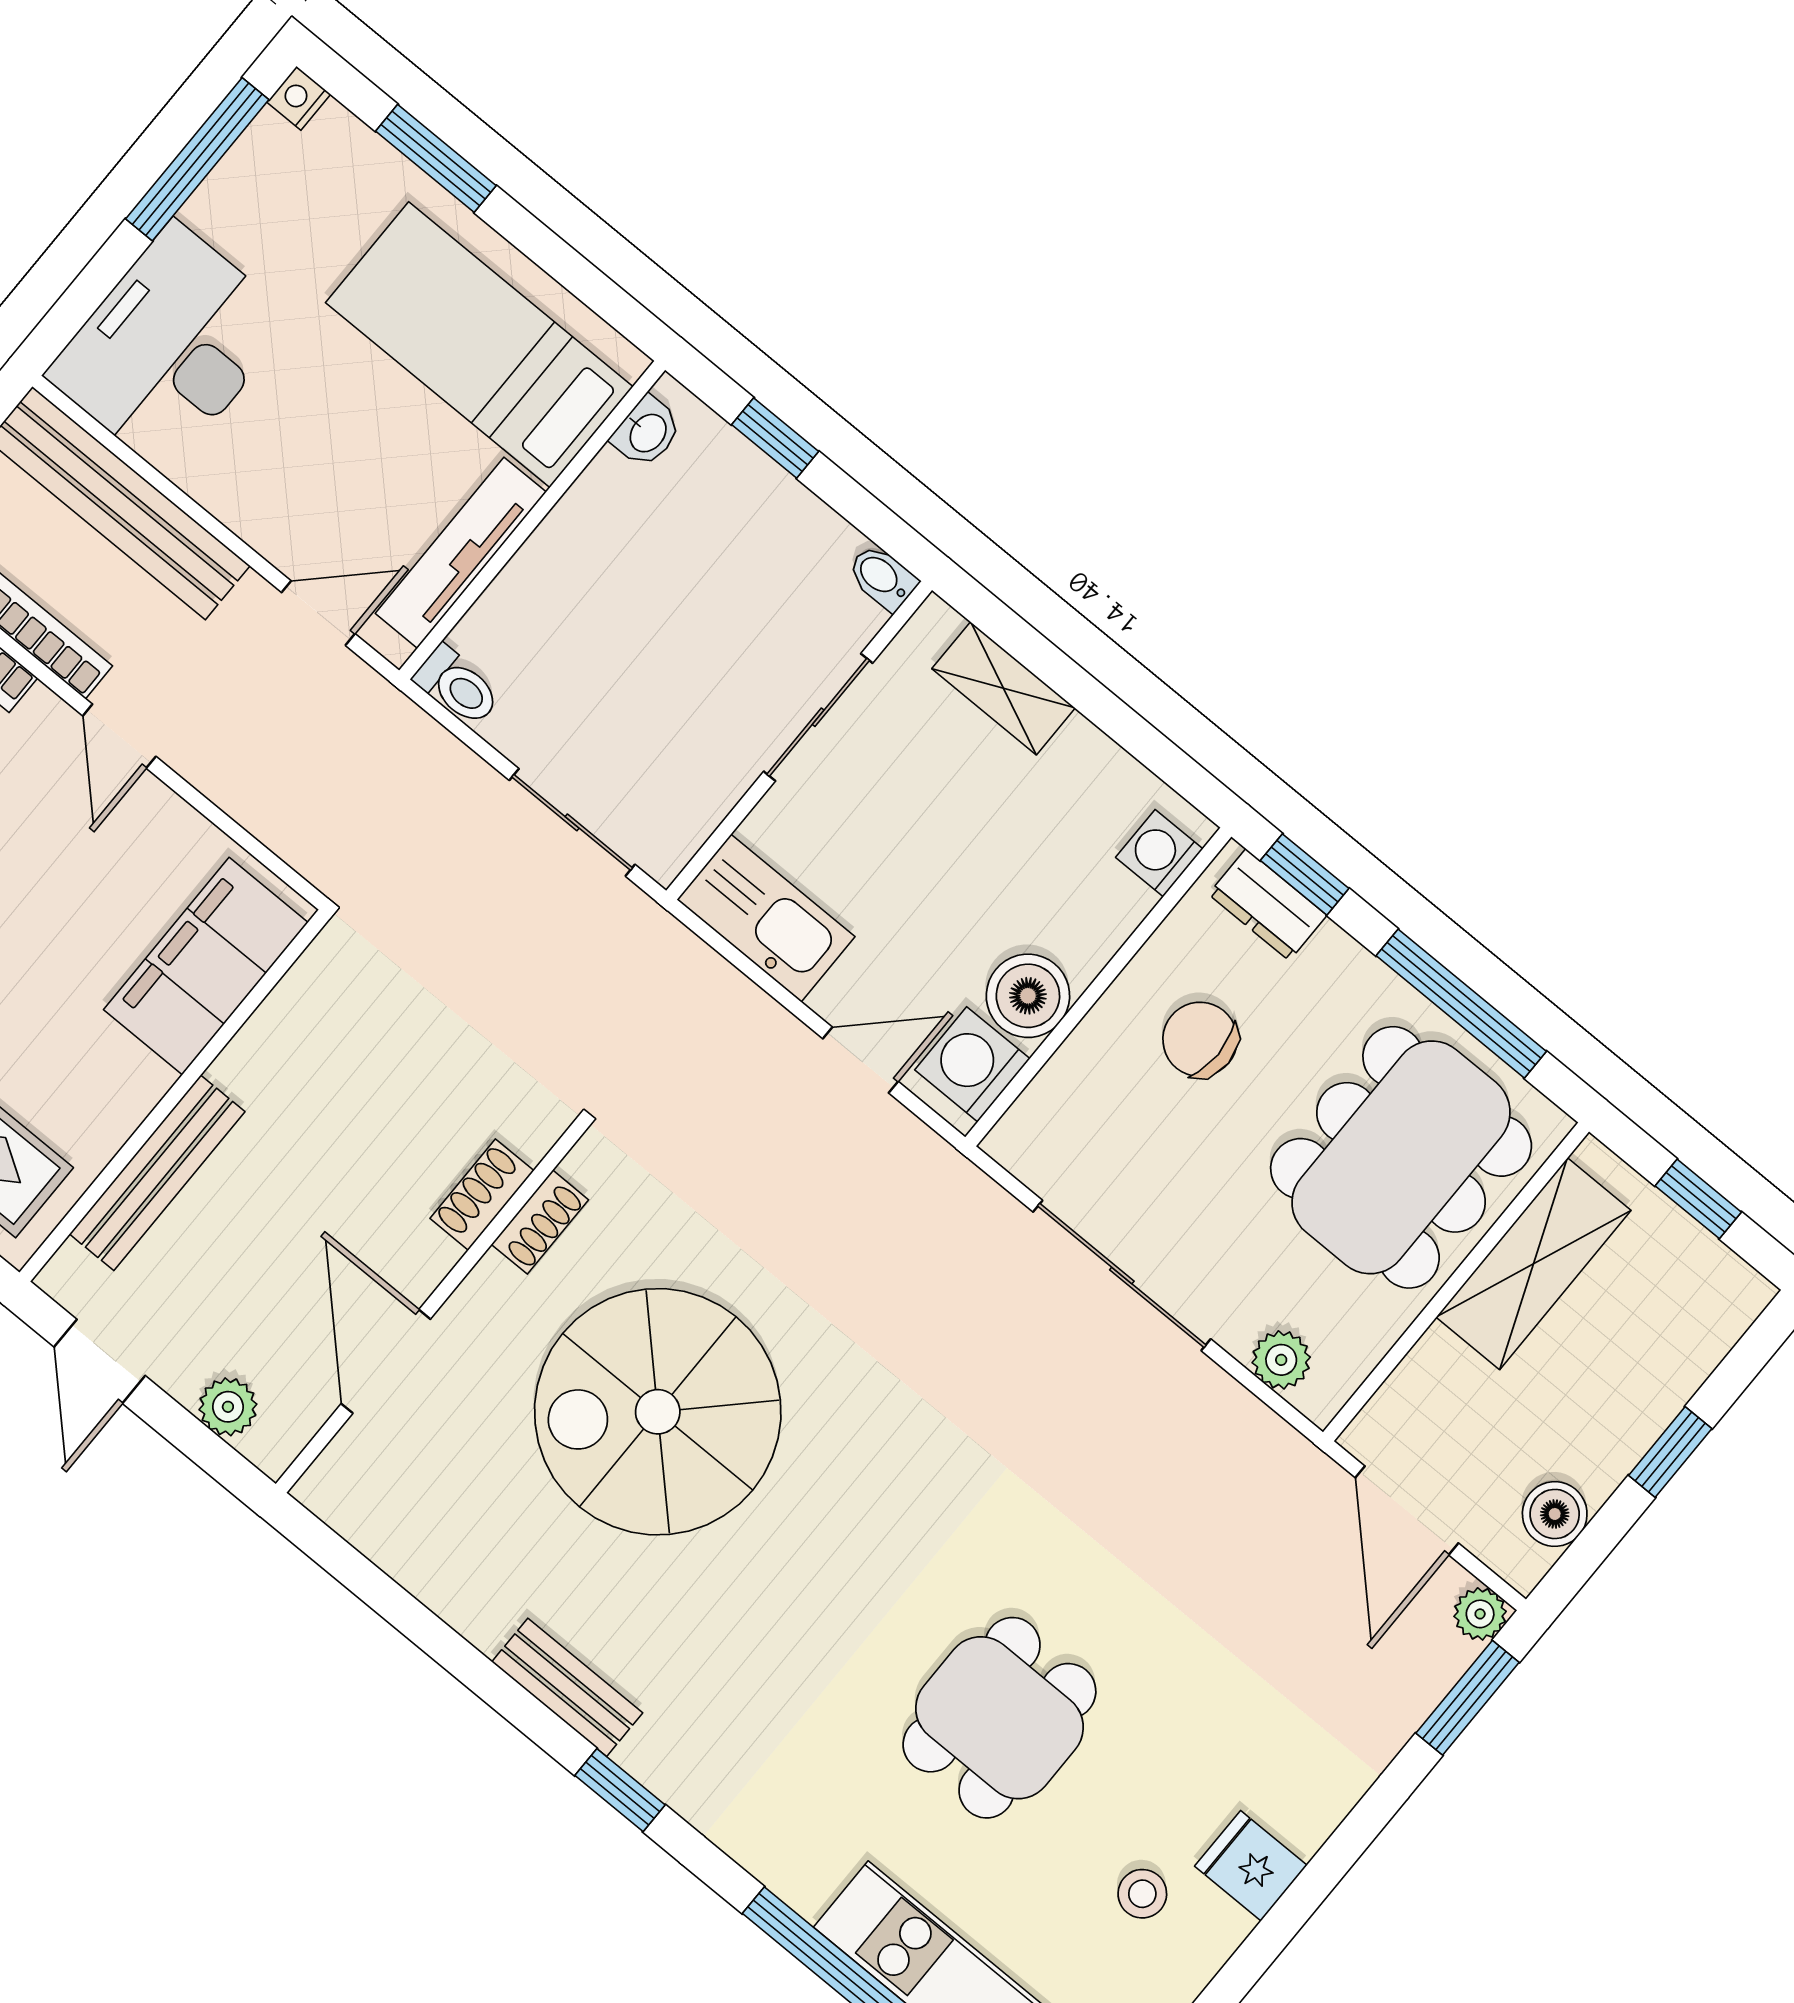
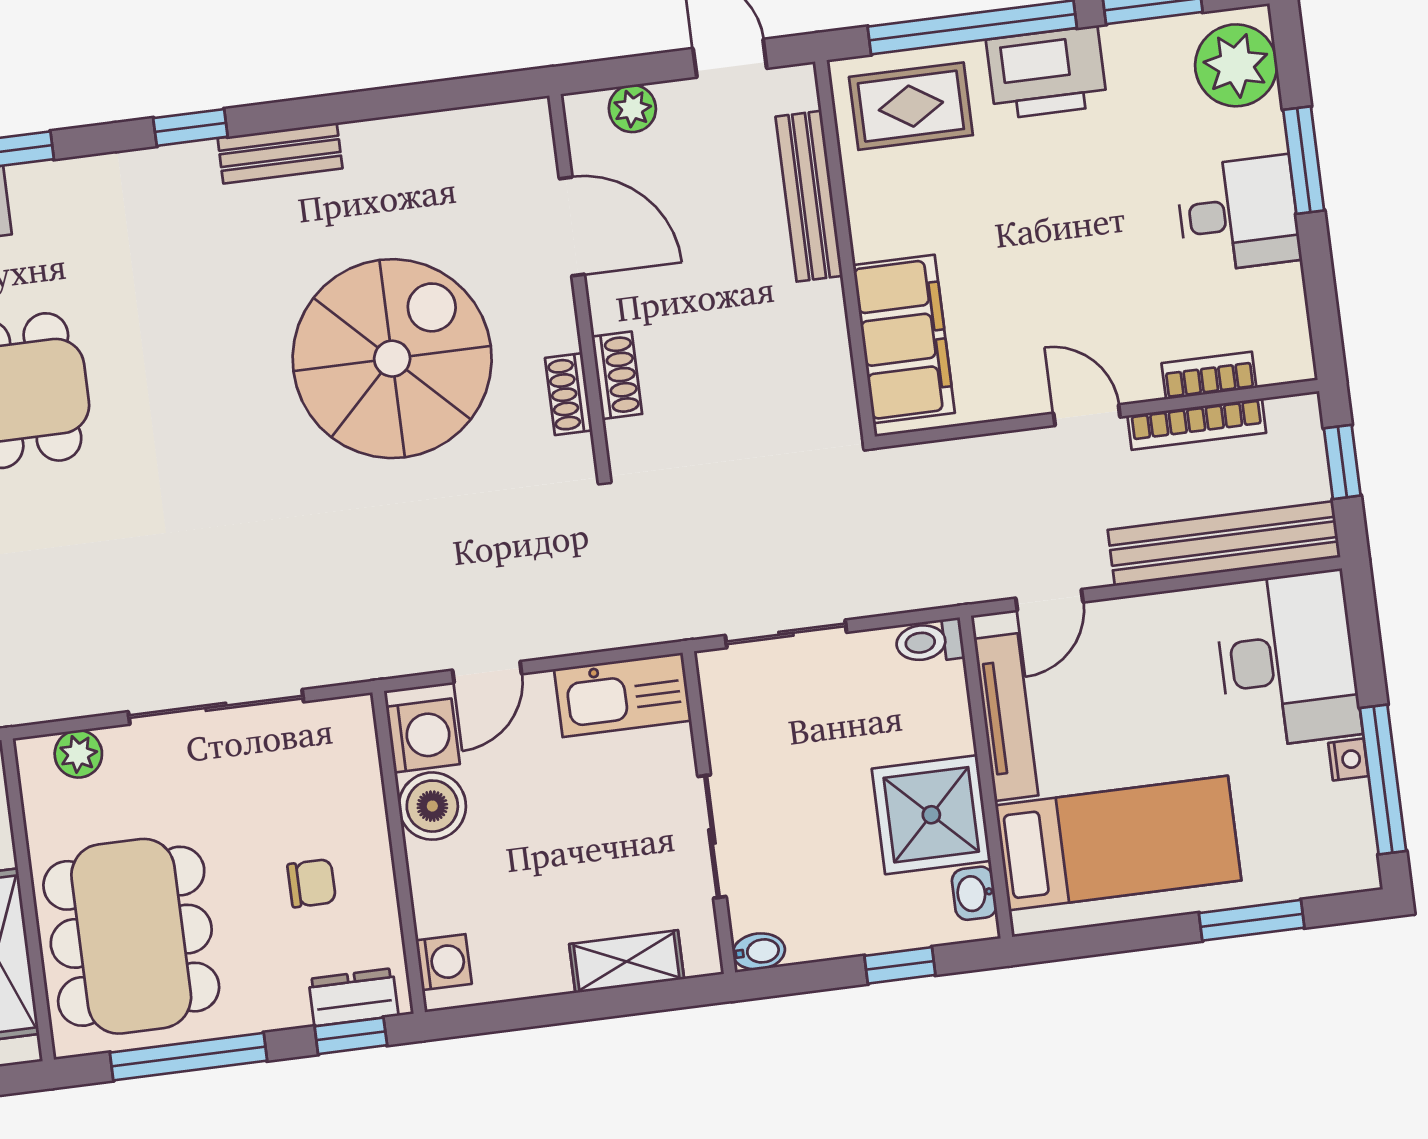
nightstand: (299, 98) -> (1348, 759), moved
shower: (612, 538) -> (931, 815), added
chair: (1200, 1039) -> (312, 883), width x0.73, depth x0.73

